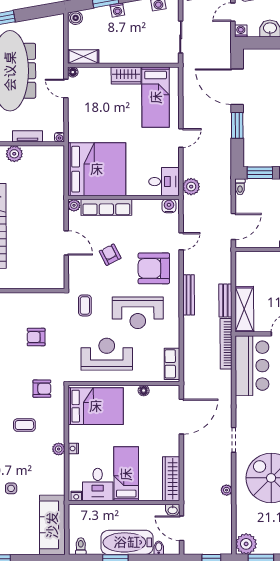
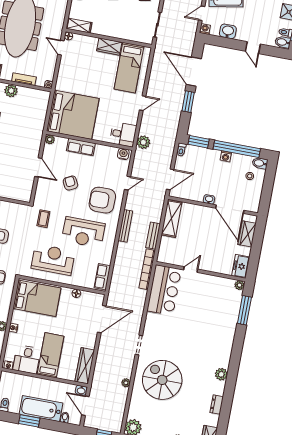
row of seats: (106, 207) -> (81, 147), width x0.68
shelving: (244, 309) -> (172, 218), moved

